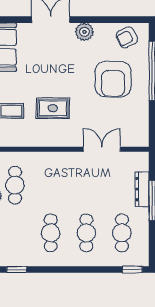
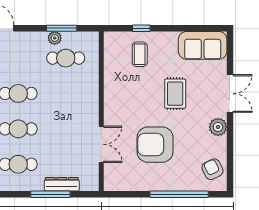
armchair: (113, 79) -> (155, 145), moved
rug: (53, 108) -> (175, 94), moved

